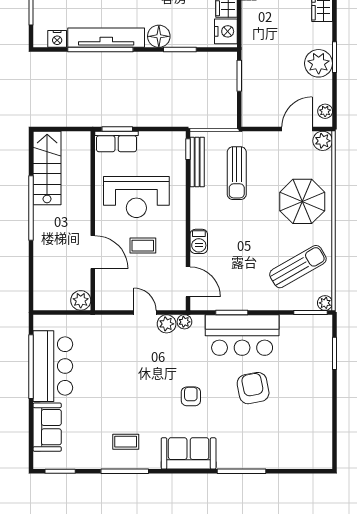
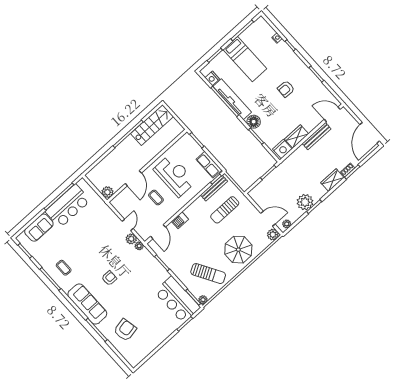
row of seats: (117, 141) -> (209, 165), moved
reception desk: (136, 197) -> (175, 176), turned 180
bar counter: (242, 335) -> (177, 300), moved
armchair: (253, 388) -> (125, 330), moved
sofa: (189, 453) -> (87, 304), width x1.36

